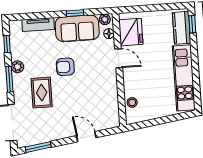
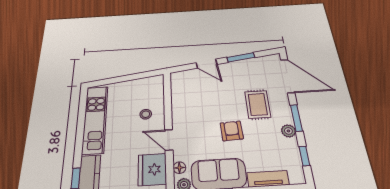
armchair: (65, 67) -> (232, 131), turned -93
stool: (132, 102) -> (146, 114), moved
window: (38, 147) -> (241, 57), moved

